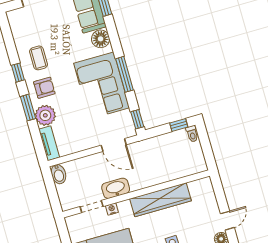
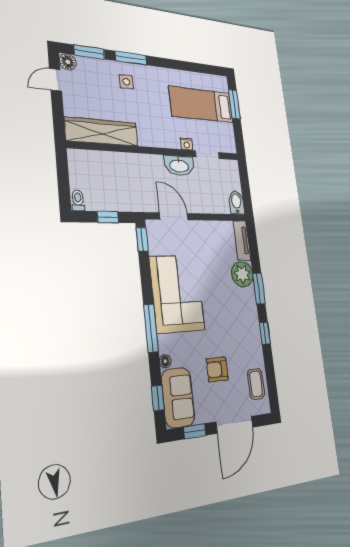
floor lamp: (101, 39) -> (165, 361), width x0.53, depth x0.53
coffee table: (38, 58) -> (256, 384), moved
window: (124, 74) -> (151, 328), moved
armchair: (44, 88) -> (217, 369), moved
window: (179, 125) -> (108, 217), moved
wardrobe: (160, 200) -> (102, 132), moved

